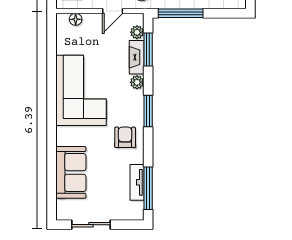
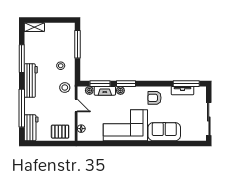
window: (181, 13) -> (77, 44), moved
window: (148, 111) -> (126, 84), moved
sofa: (71, 172) -> (164, 132), moved
sliding door: (91, 225) -> (209, 119), width x1.37

